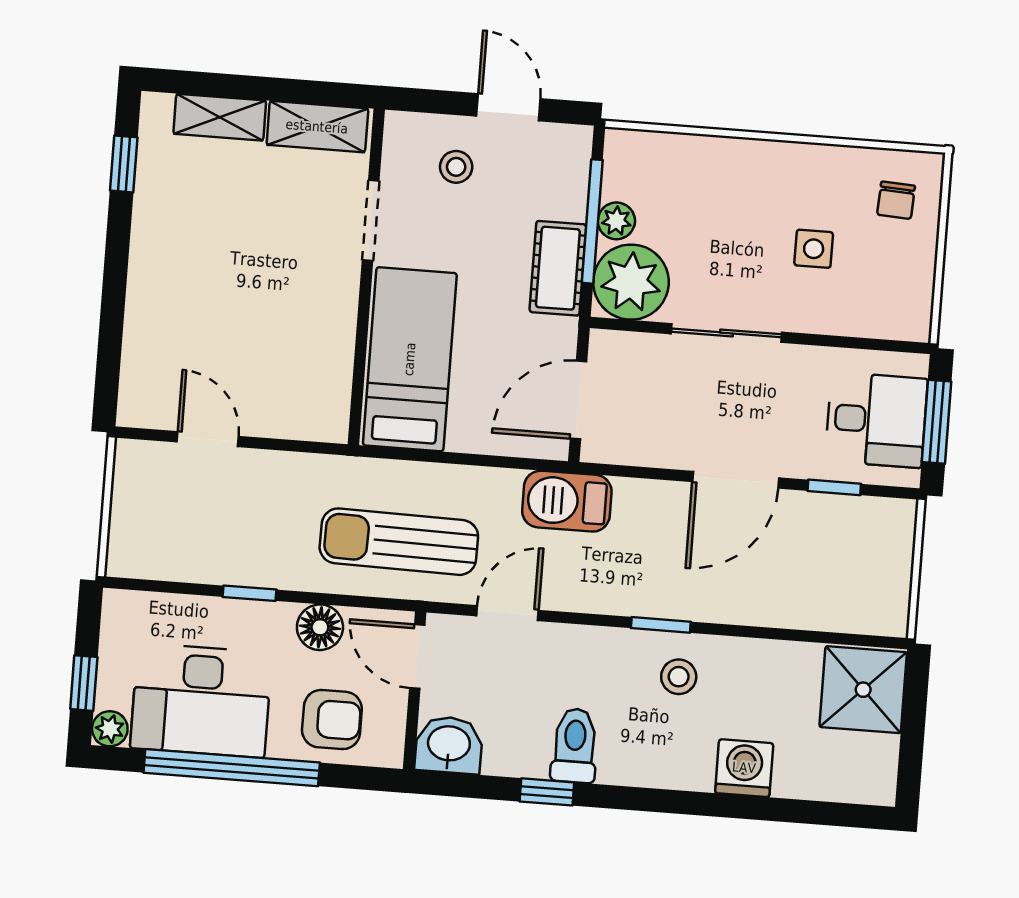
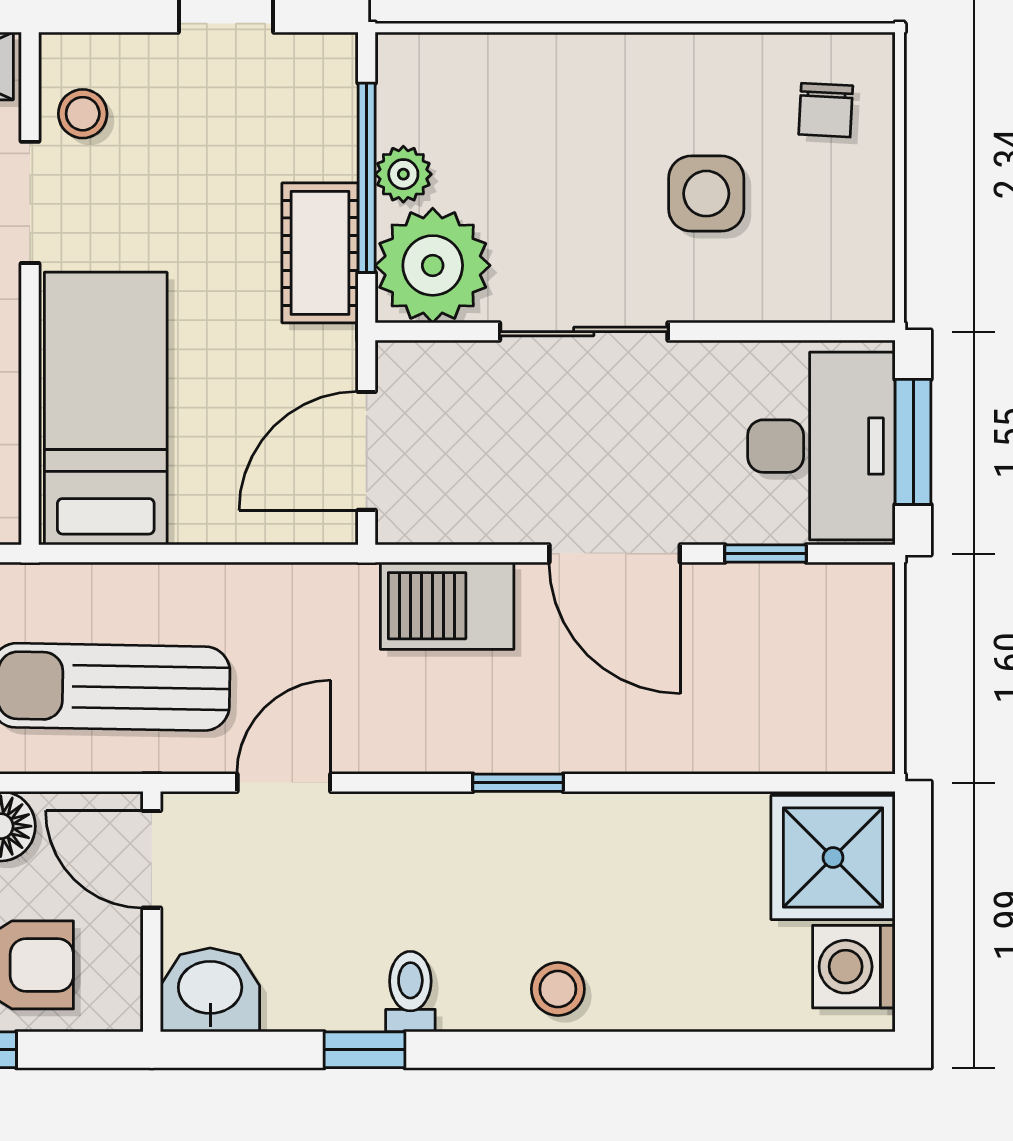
stool: (456, 167) -> (83, 114), moved
side table: (814, 249) -> (706, 194), width x1.37, depth x1.37
desk: (876, 420) -> (821, 446), width x1.37
door: (736, 480) -> (615, 554), hinge flipped
barbecue: (567, 501) -> (447, 606), moved
stool: (679, 677) -> (558, 989), moved
toilet: (575, 746) -> (410, 992), width x0.73, depth x0.72
washing machine: (744, 768) -> (854, 967), moved, turned -90

